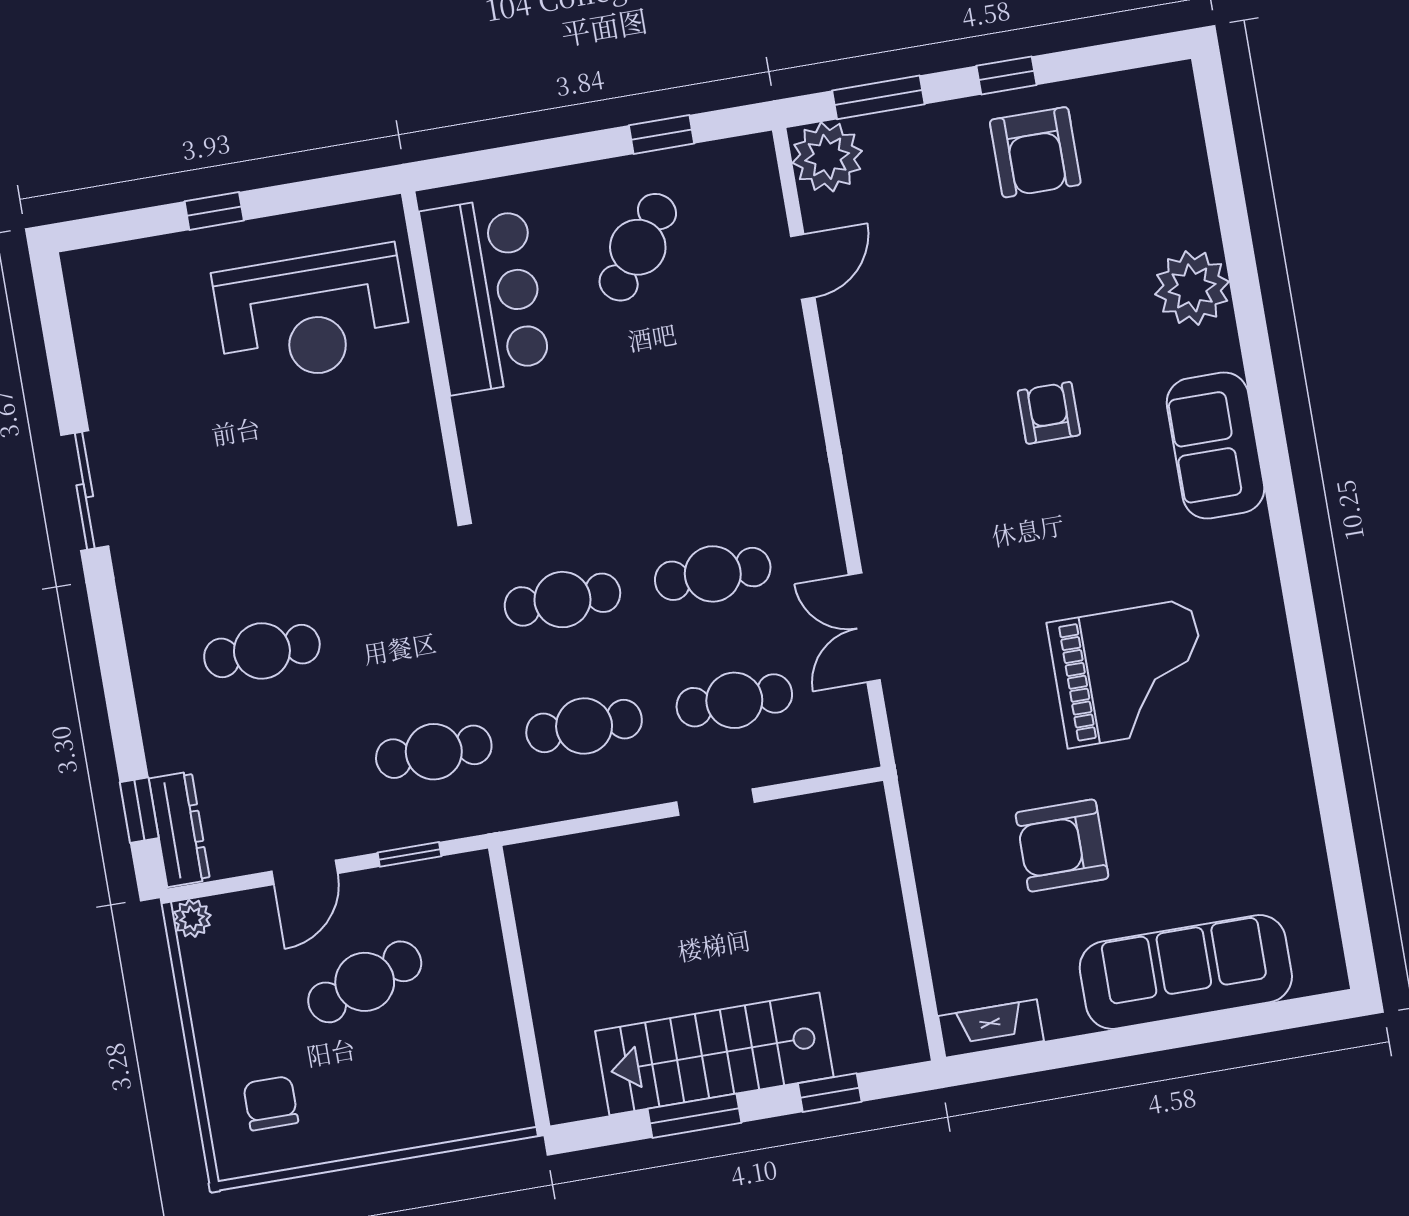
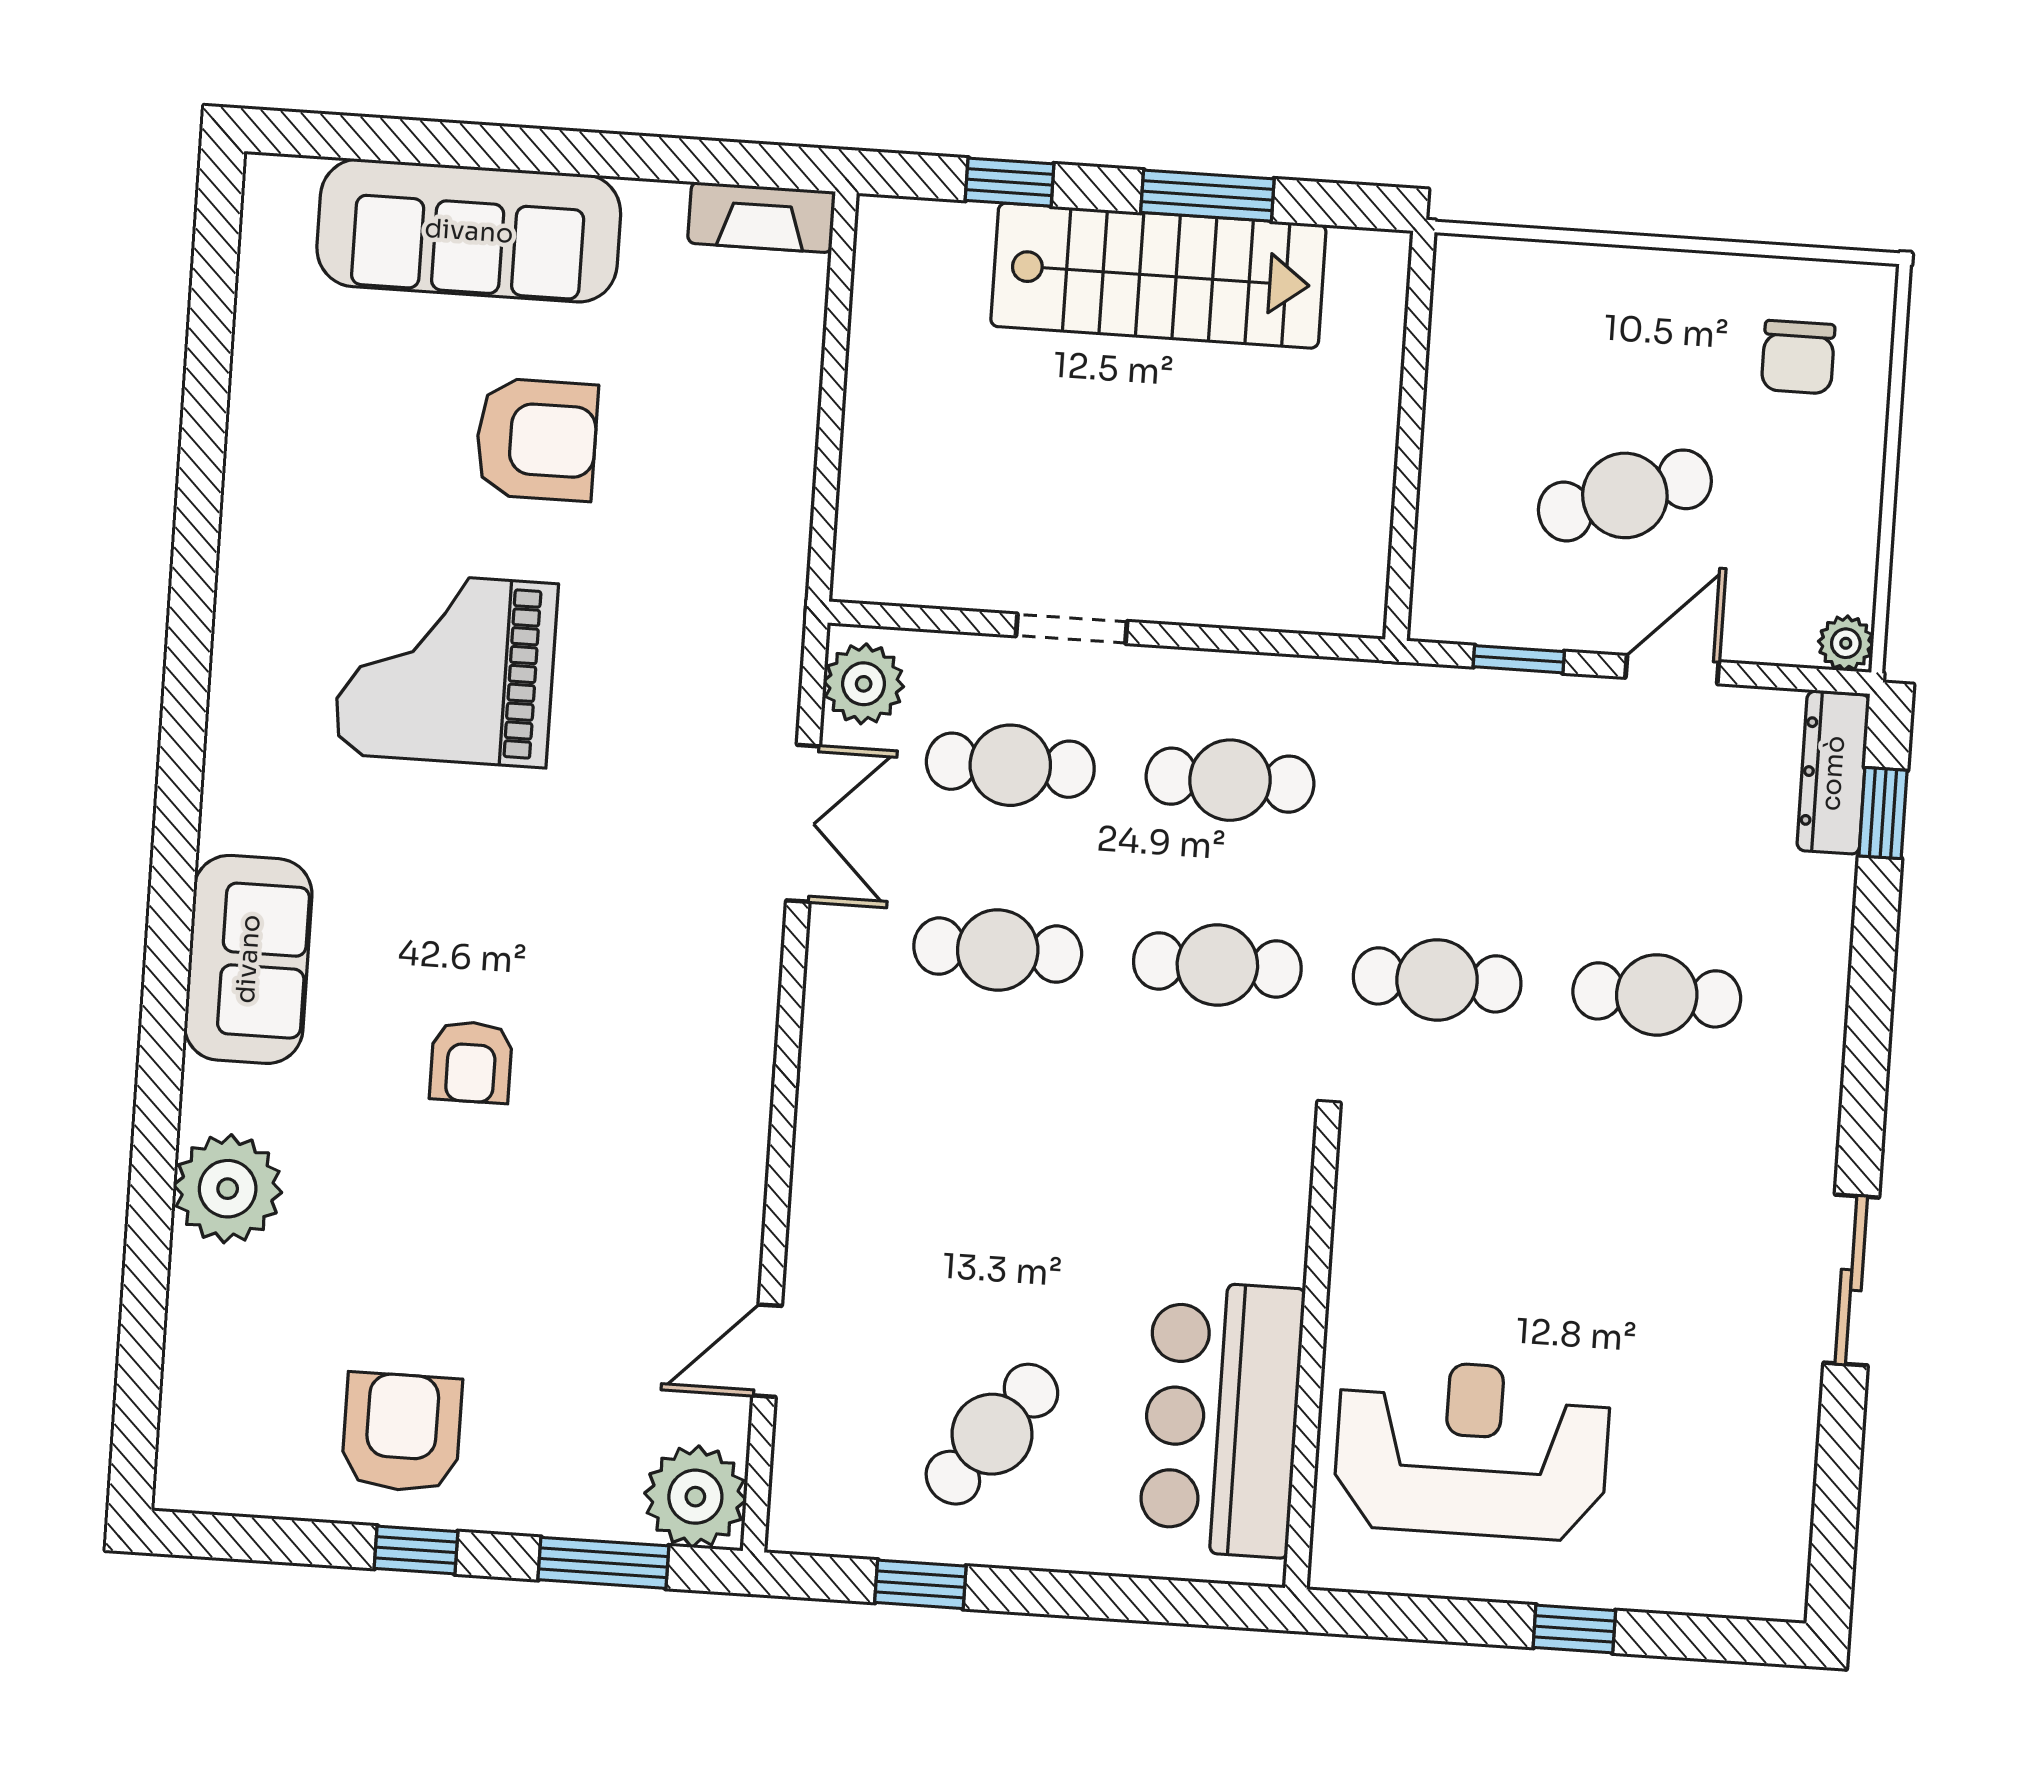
plant: (846, 731) -> (864, 684), added
cafe table: (434, 752) -> (1437, 980), moved
armchair: (1062, 846) -> (536, 439), moved

